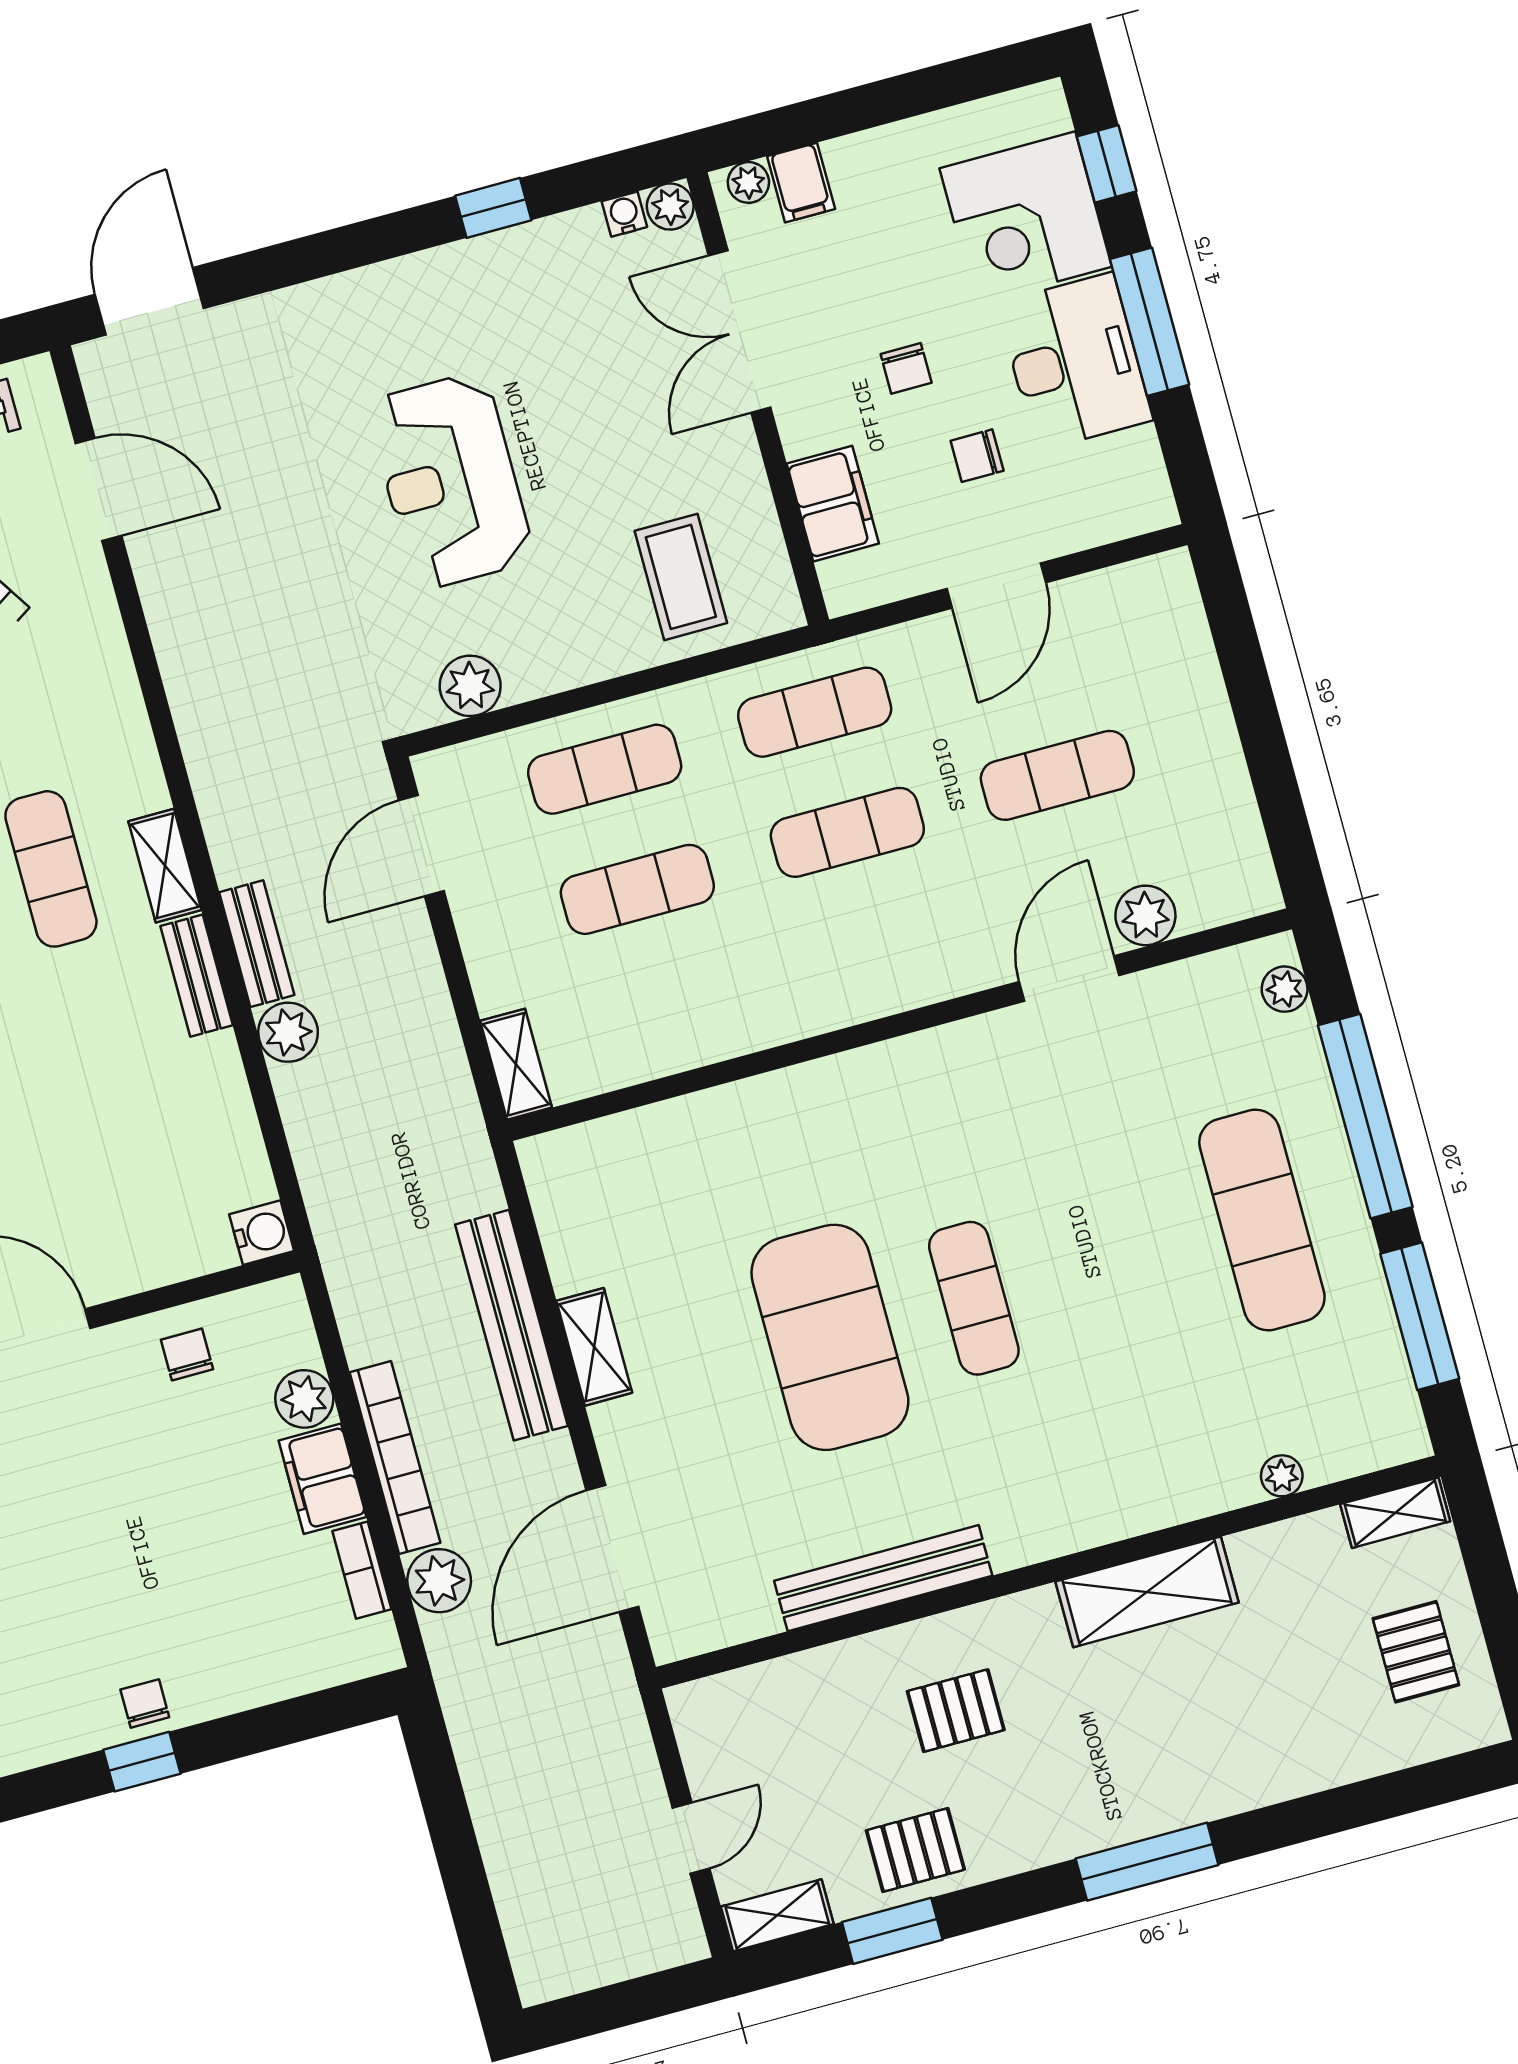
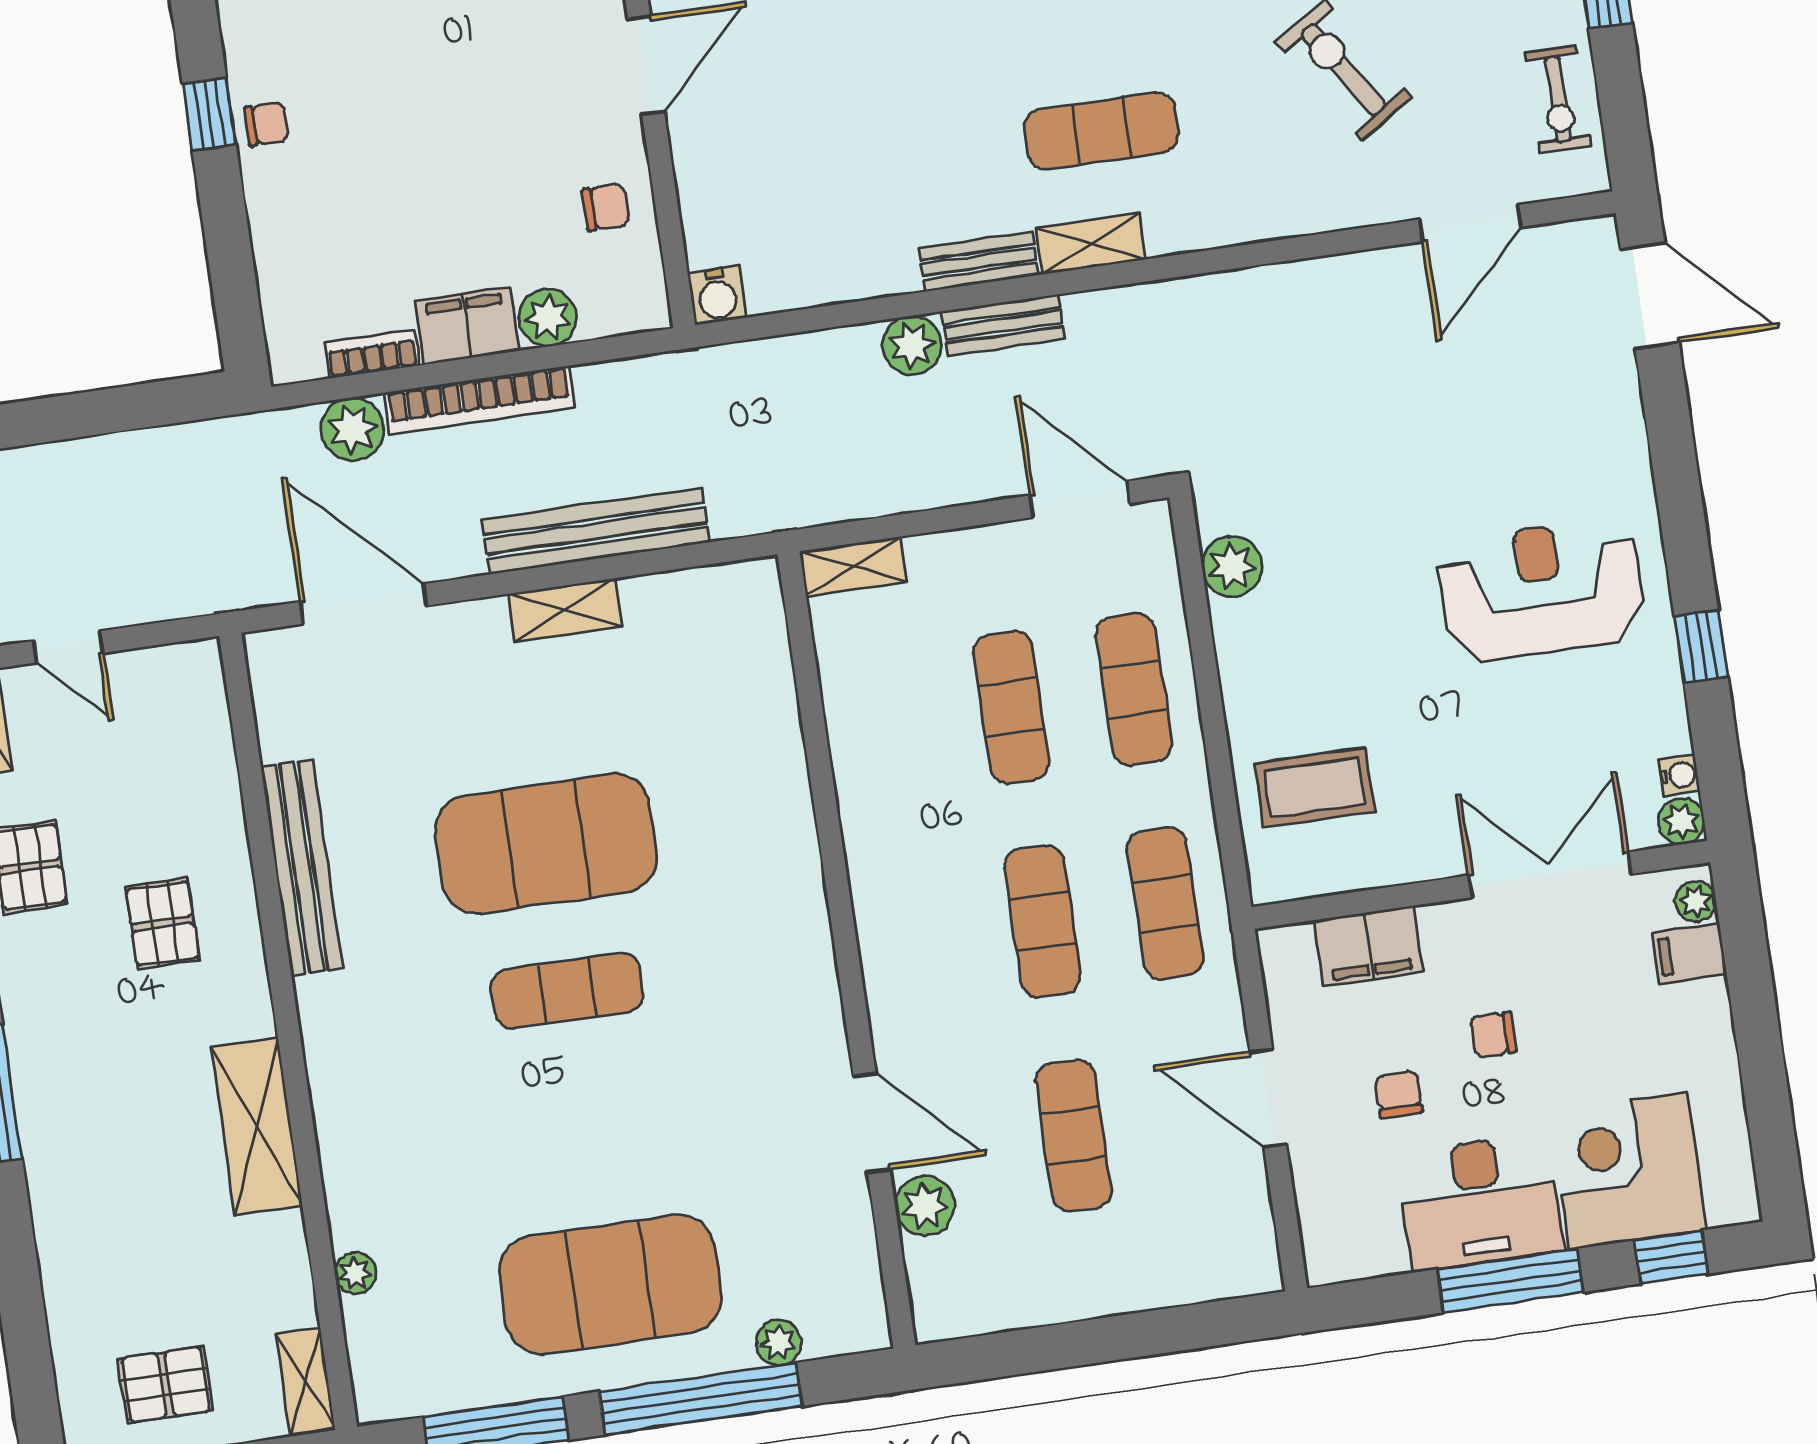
reception desk: (451, 481) -> (1541, 590), moved
plant: (1285, 989) -> (779, 1343), moved
exercise mat: (1262, 1220) -> (610, 1284), width x1.47

